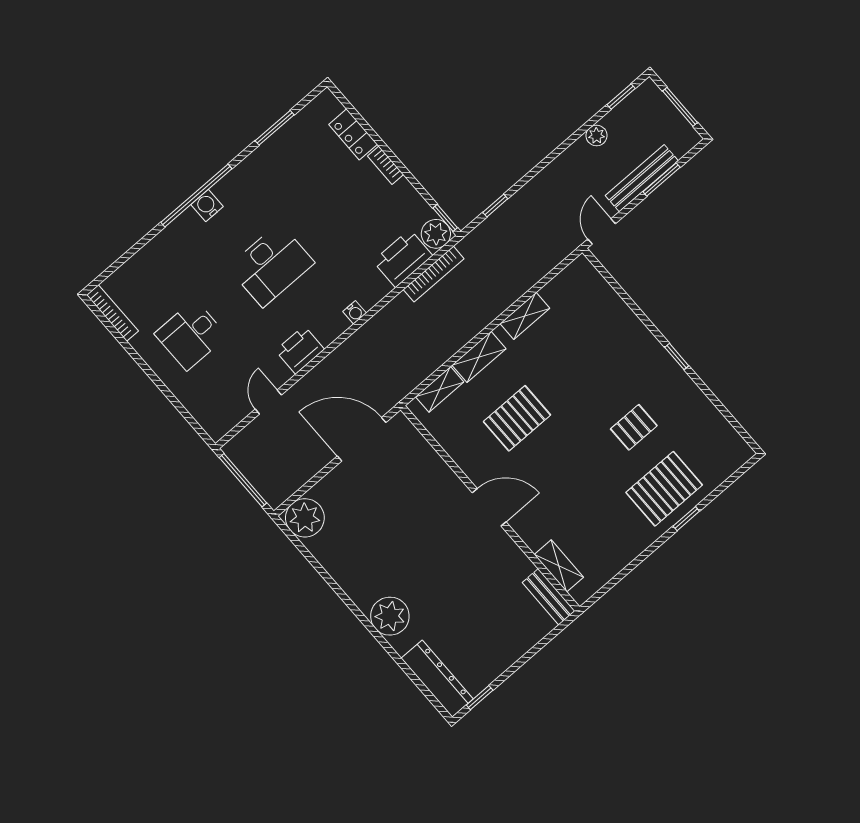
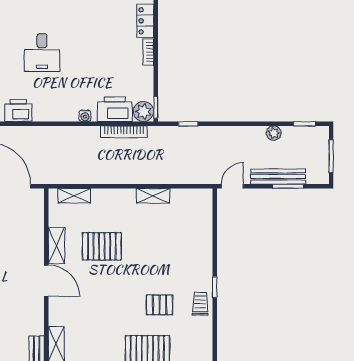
desk: (271, 265) -> (42, 53), width x0.73
water cooler: (355, 312) -> (85, 116), moved
shelving: (479, 357) -> (57, 246), moved, turned 90
trolley: (677, 388) -> (200, 304), added

